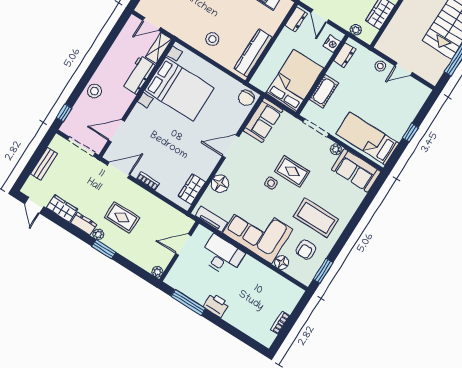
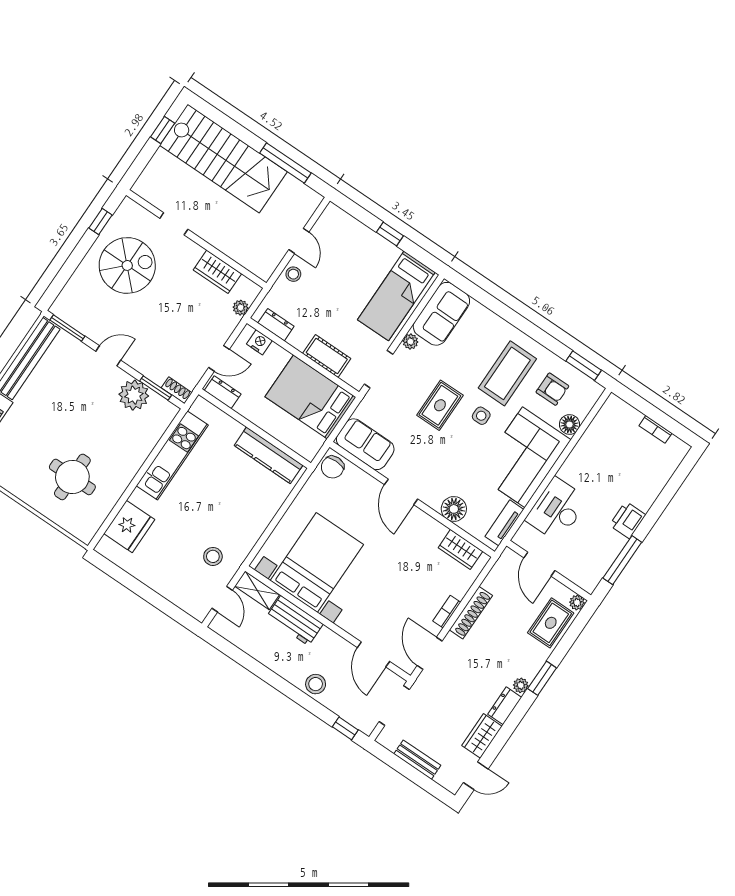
stool: (212, 39) -> (213, 556), moved
chair: (246, 98) -> (333, 467), turned 90
side table: (271, 183) -> (481, 416), moved
shoe rack: (148, 198) -> (471, 613), added
rug: (122, 217) -> (551, 623), moved

